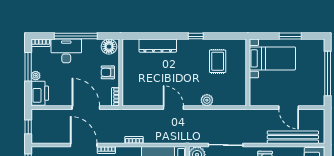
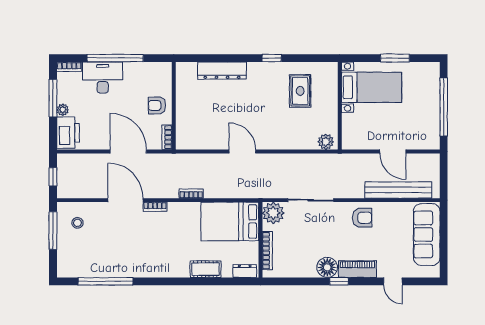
floor lamp: (109, 47) -> (158, 72), removed
plant: (207, 100) -> (326, 142), moved

